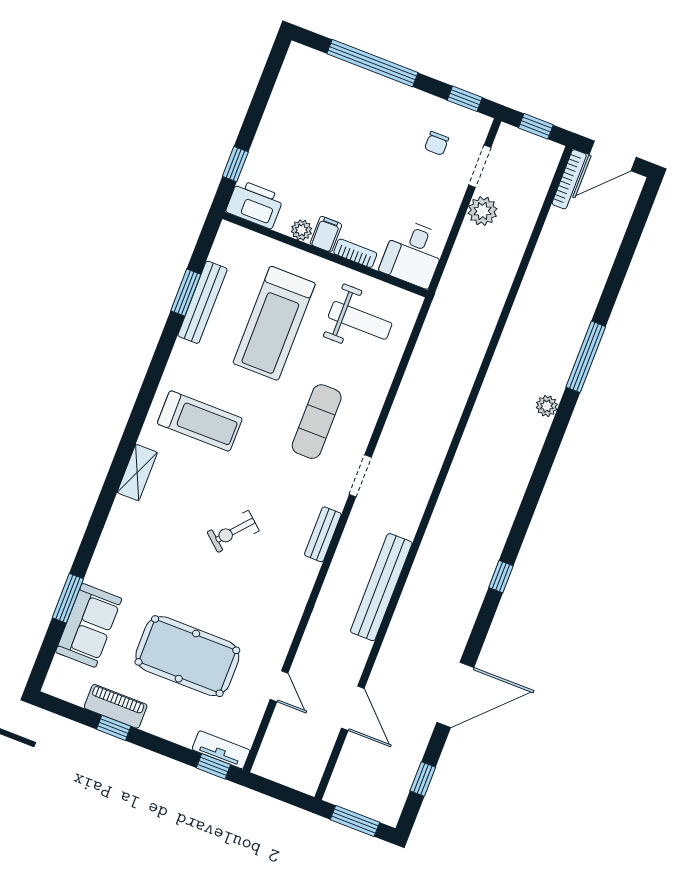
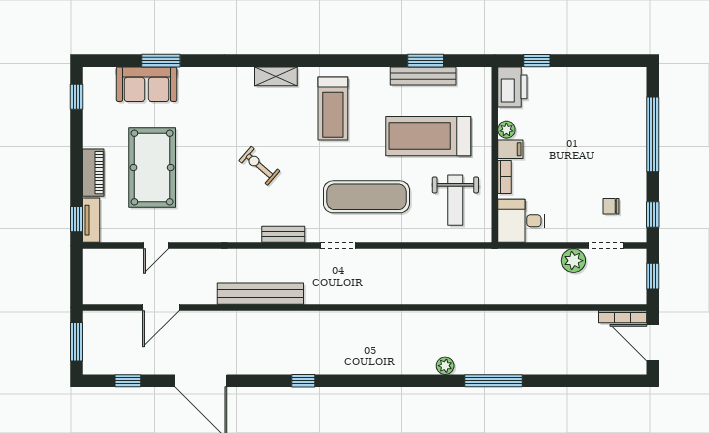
exercise mat: (317, 422) -> (366, 197), width x1.36, depth x1.45
piano: (116, 706) -> (93, 173), moved
window: (114, 728) -> (77, 97), moved

